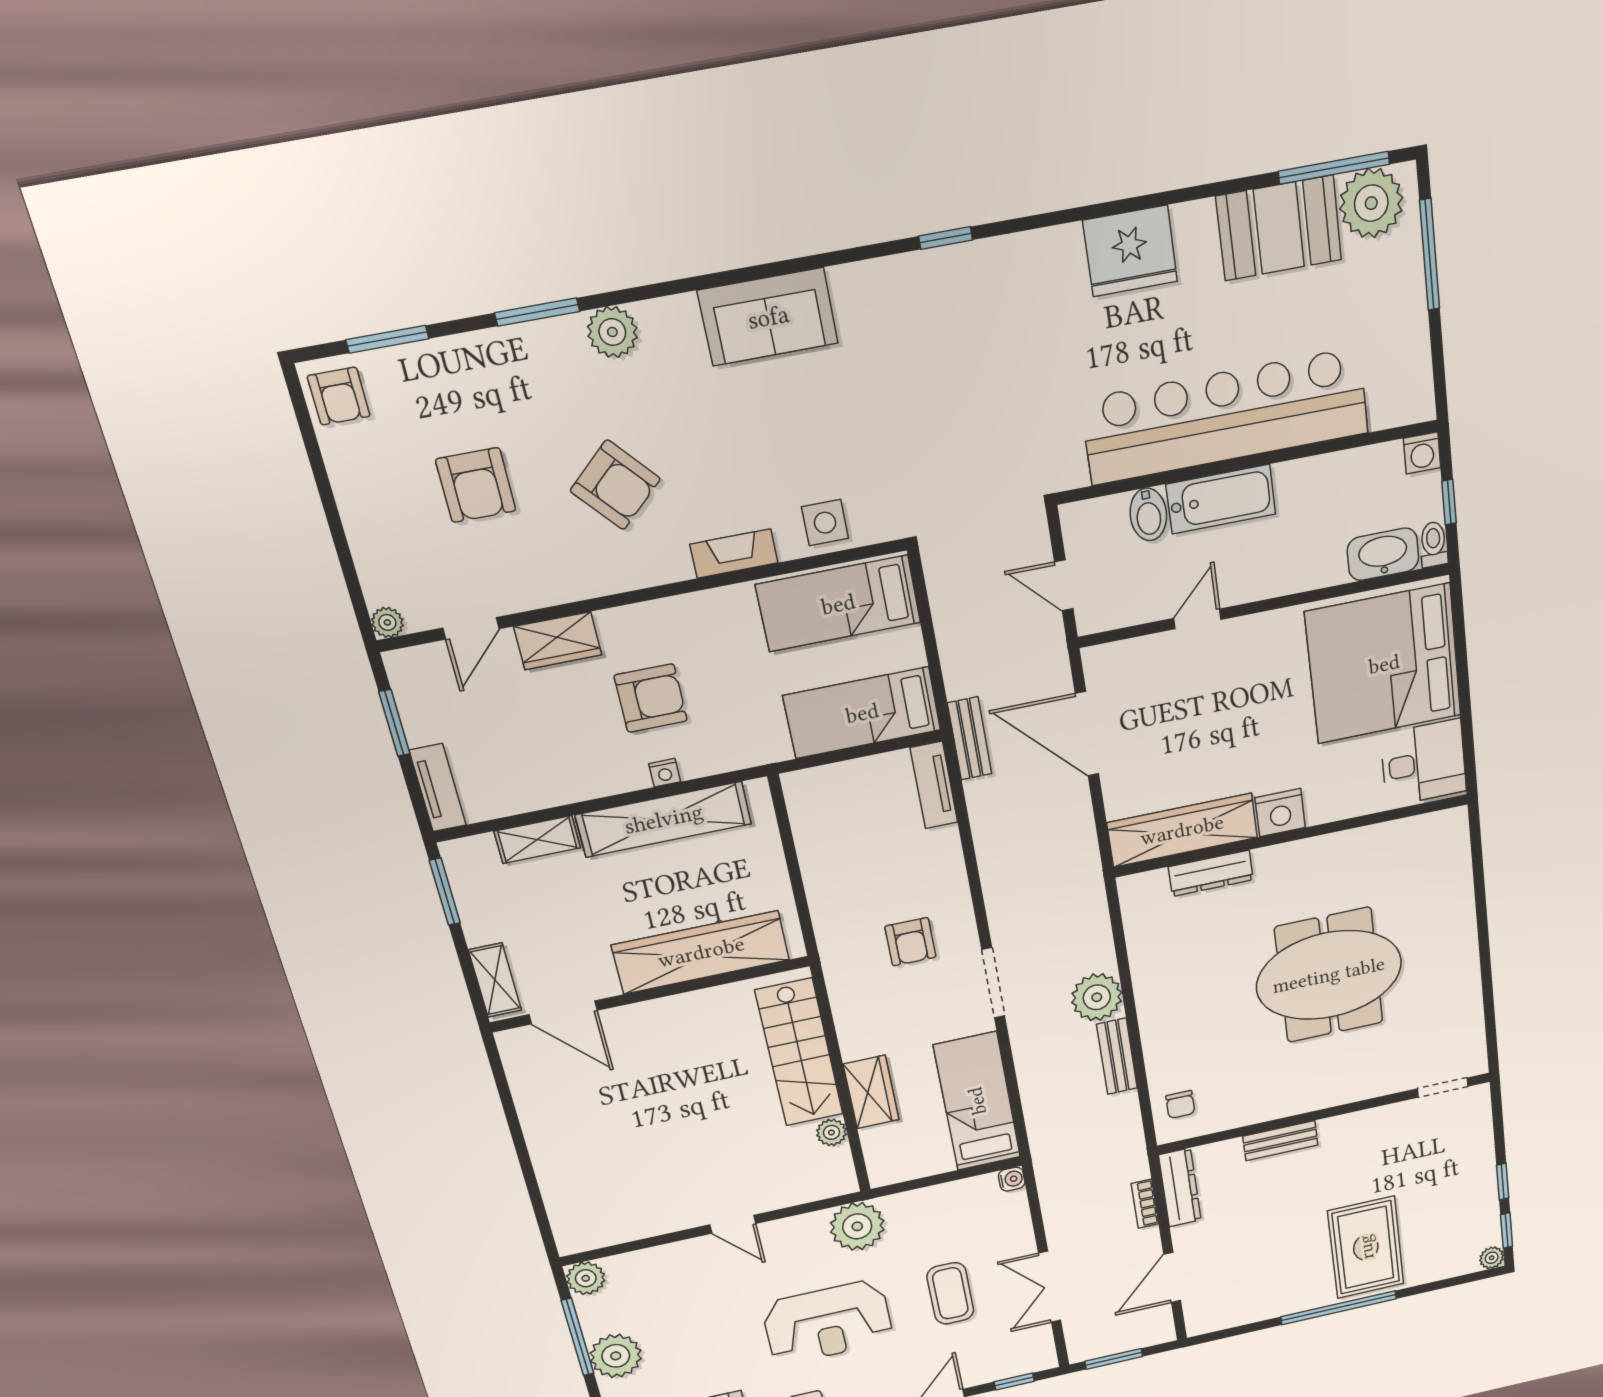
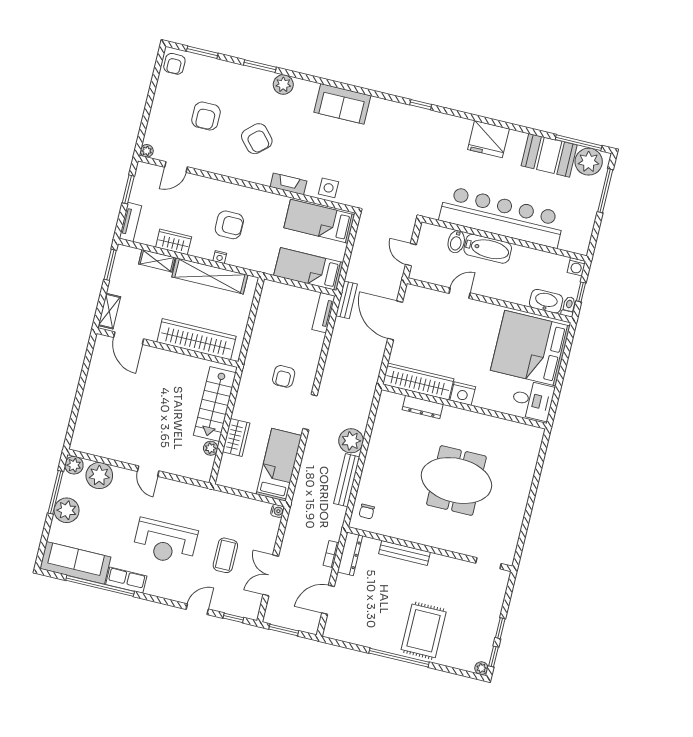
wardrobe: (558, 641) -> (174, 242), moved, turned 180
bench: (1117, 1056) -> (347, 480), width x1.36
bench: (1280, 1141) -> (405, 553), width x1.36
plant: (857, 1226) -> (99, 476), moved

